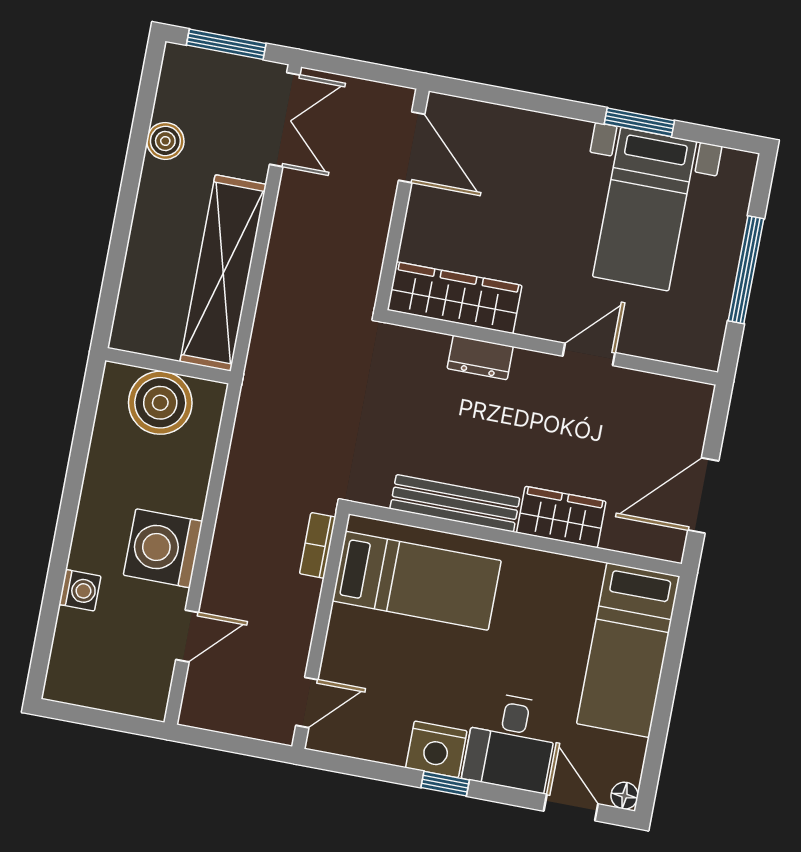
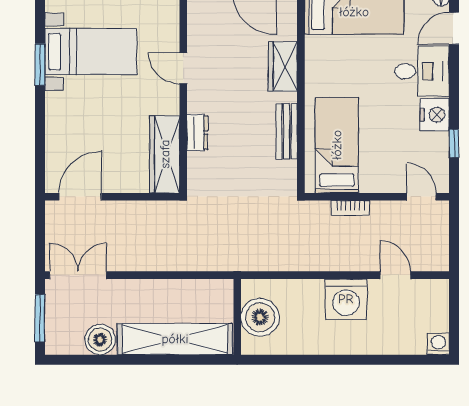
boiler: (165, 141) -> (100, 340), width x1.36, depth x1.36
shelving: (223, 273) -> (175, 339), moved
bench: (455, 503) -> (287, 131), width x0.73
bookcase: (318, 545) -> (350, 208), moved
washing machine: (80, 590) -> (438, 344), moved
window: (445, 784) -> (454, 143), moved

